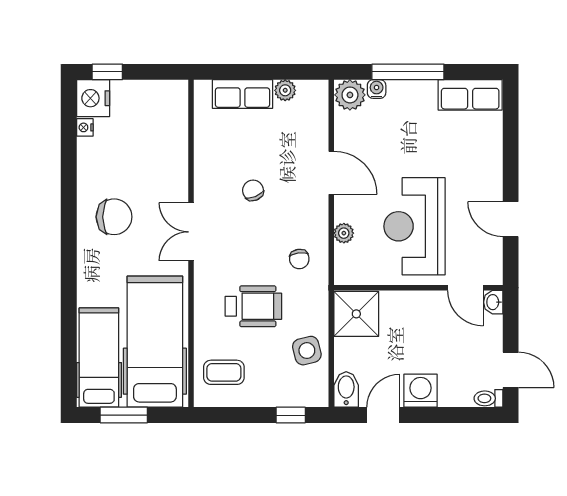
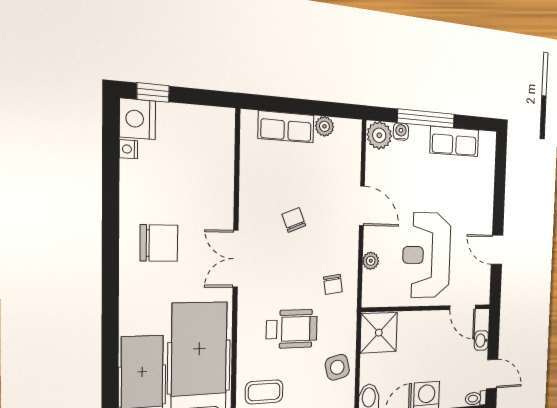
row of seats: (470, 95) -> (454, 141), moved
washbasin: (493, 302) -> (481, 341), moved

